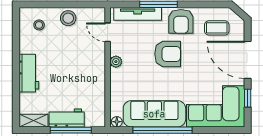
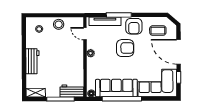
workbench: (67, 118) -> (72, 91), moved

